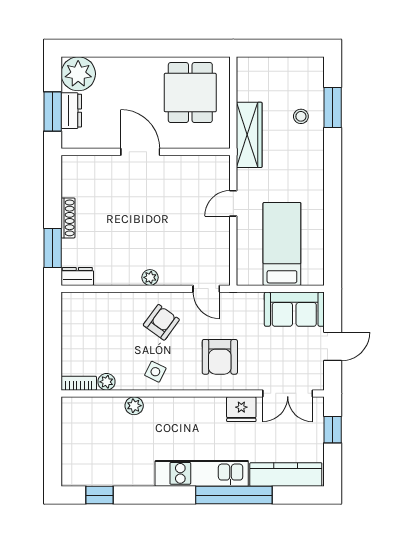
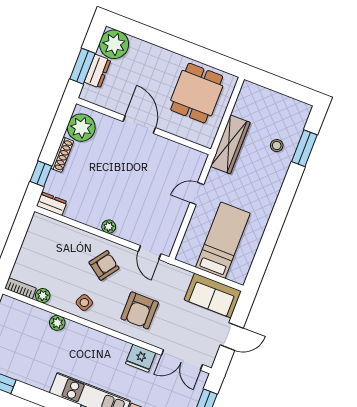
plant: (77, 180) -> (81, 128), added
window: (53, 248) -> (41, 174), width x0.67

